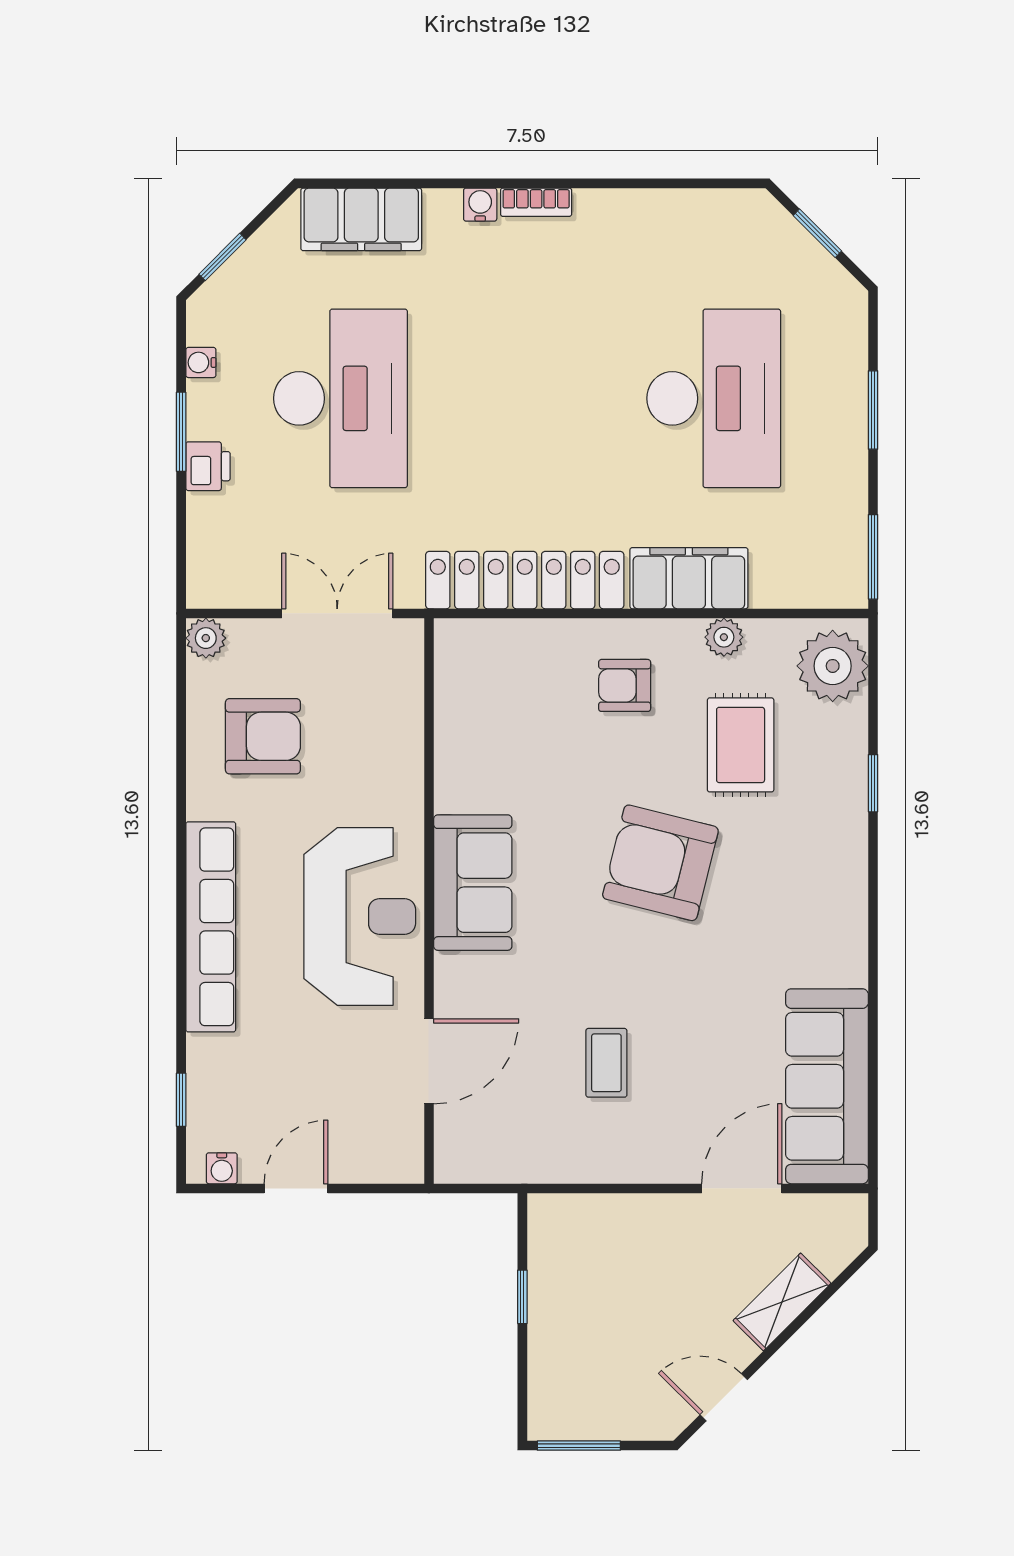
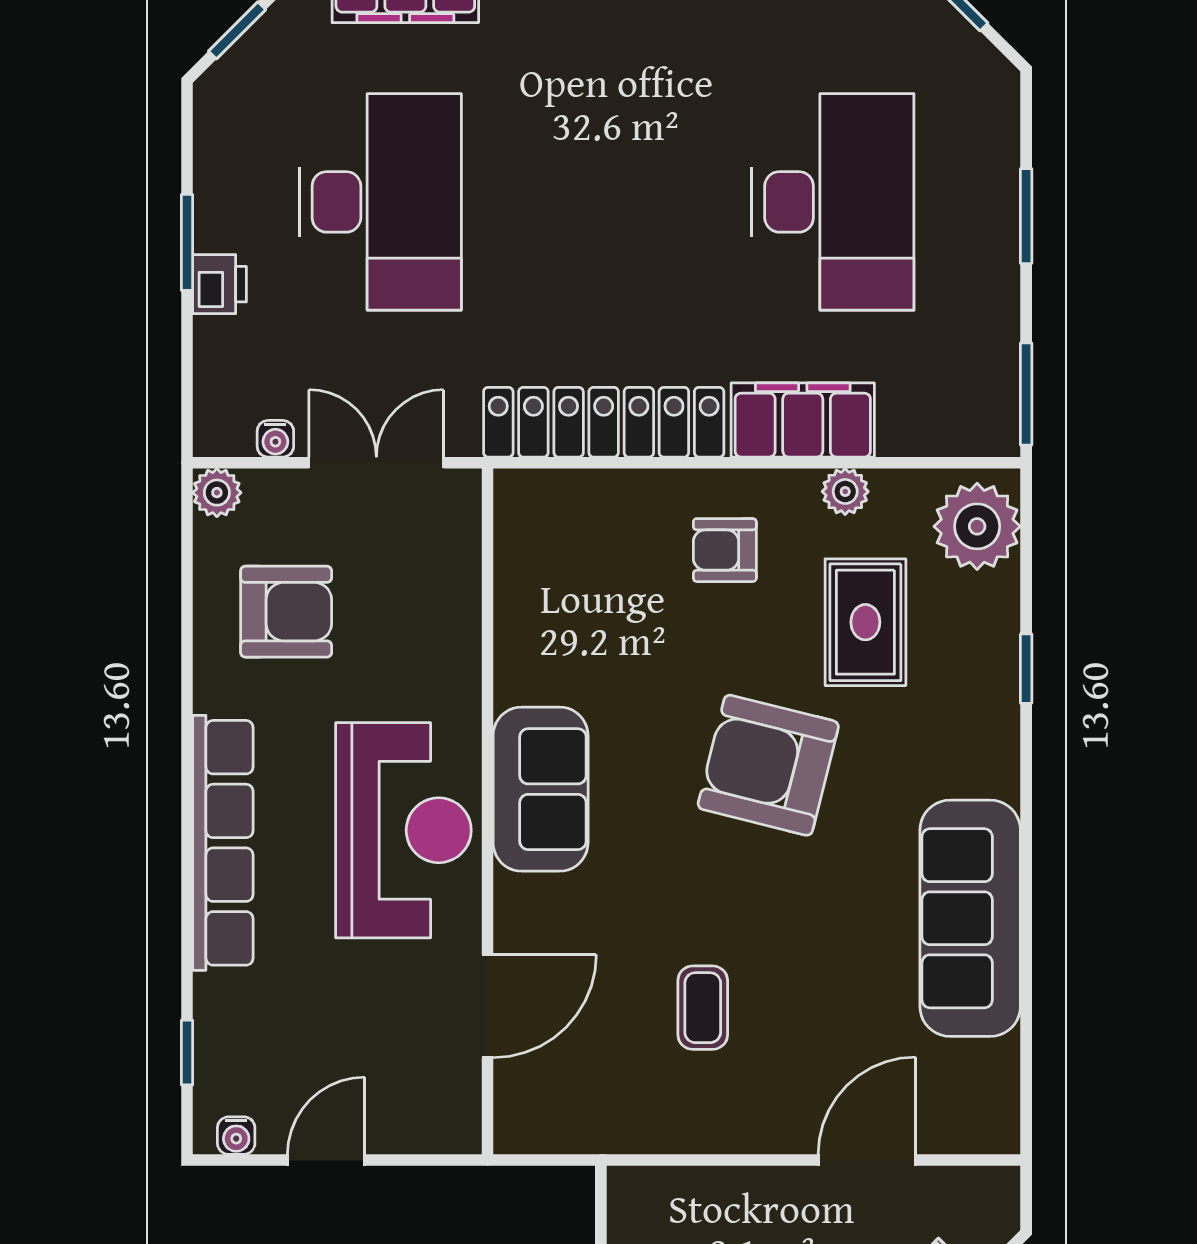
water cooler: (201, 362) -> (275, 439), moved, turned -90
sofa: (827, 1086) -> (970, 918), moved

